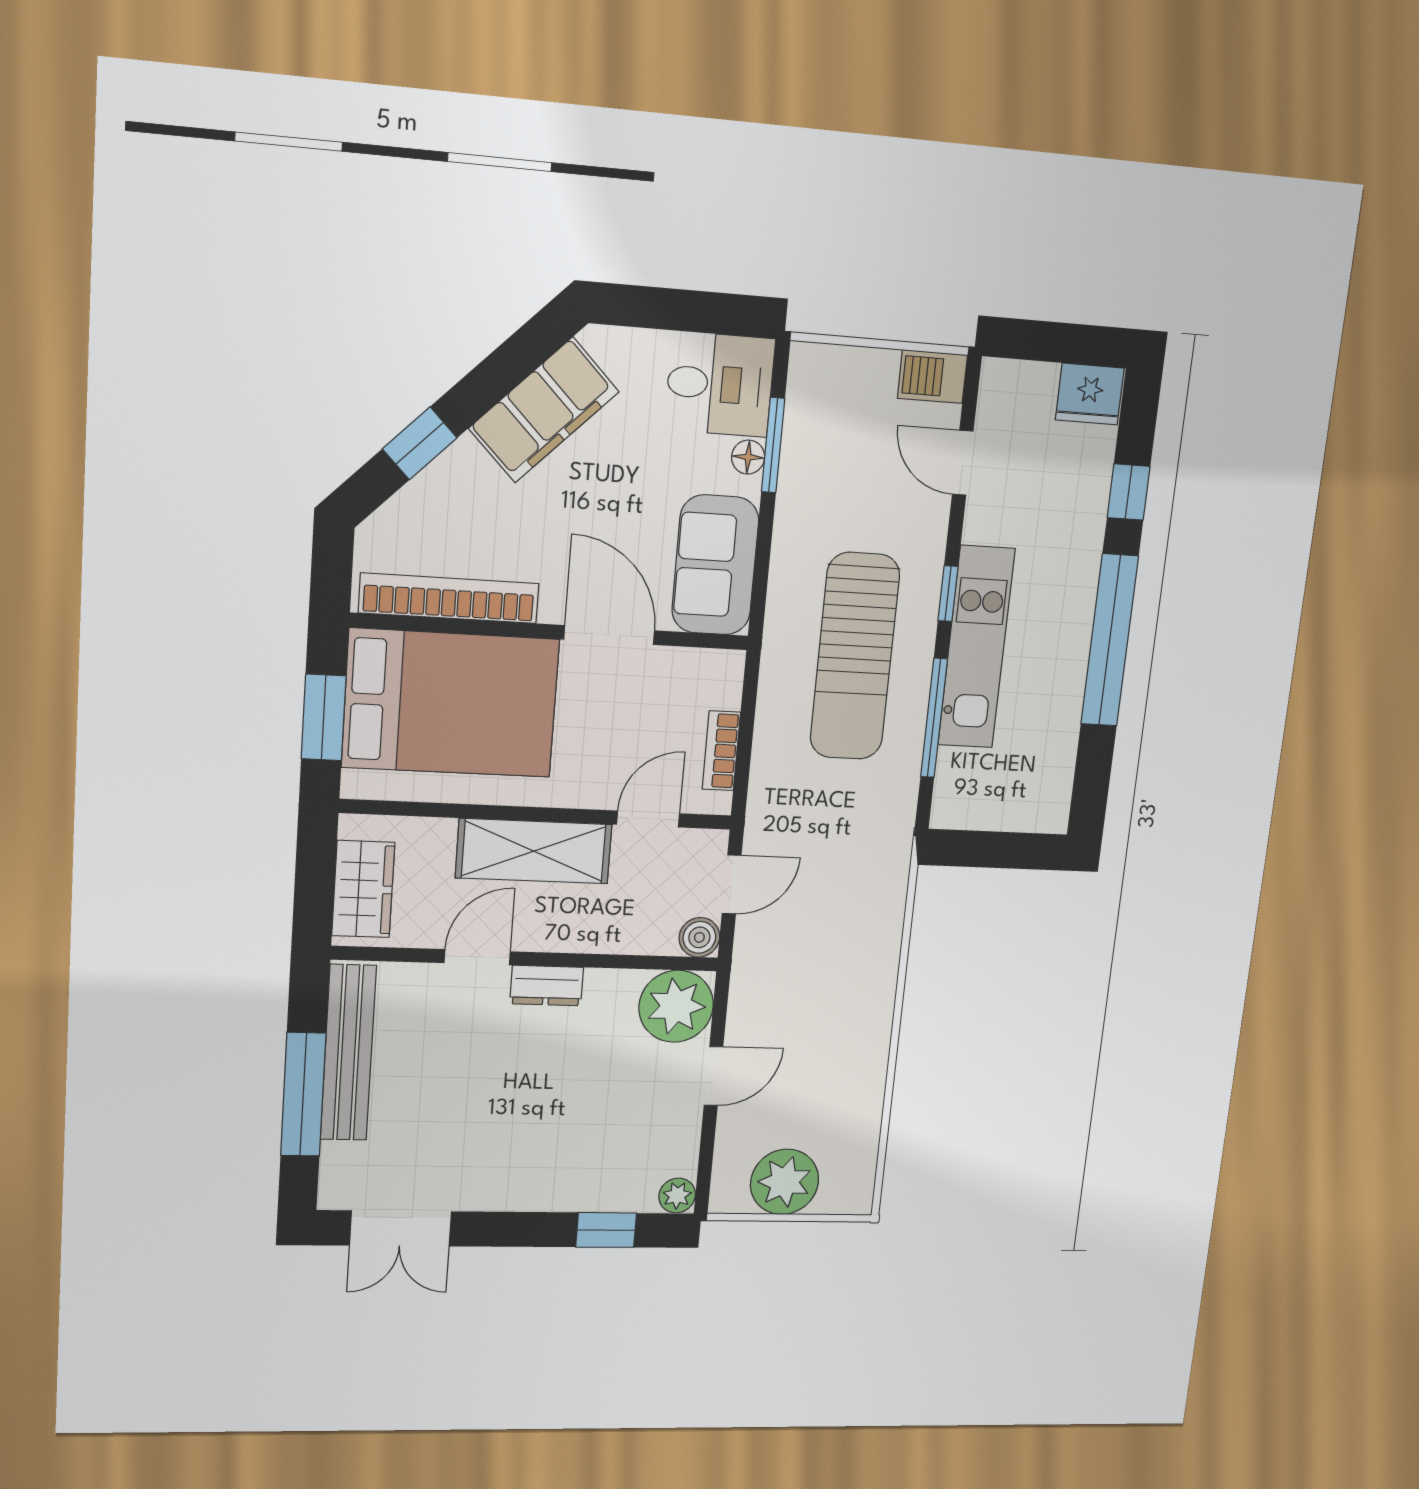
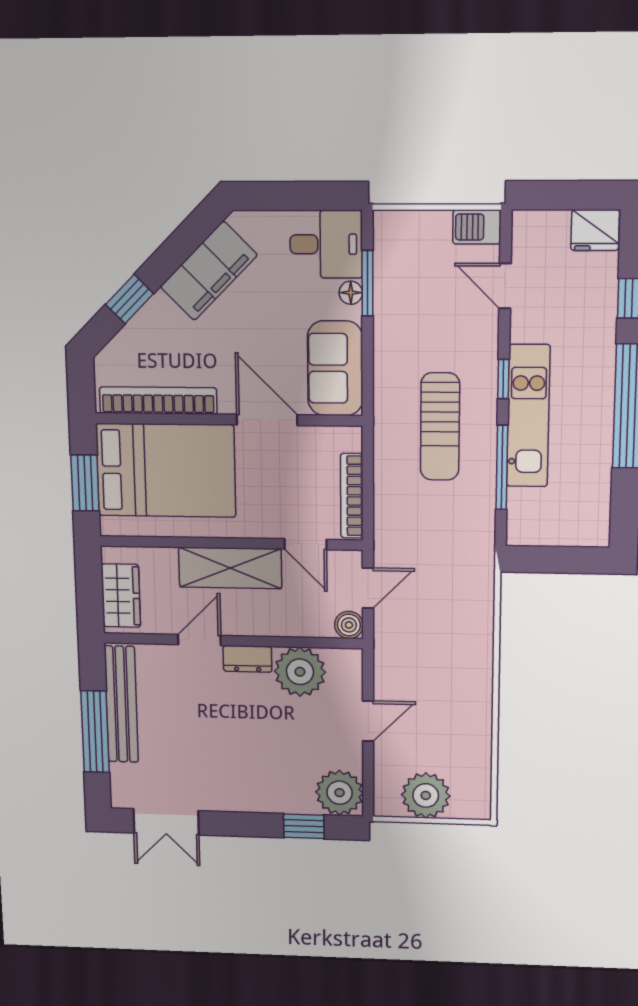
sun lounger: (855, 657) -> (440, 427), width x0.73, depth x0.75
bookcase: (721, 751) -> (352, 496), width x1.56
door: (648, 819) -> (306, 544), swing flipped
plant: (676, 1006) -> (300, 672), moved
plant: (677, 1196) -> (340, 793), width x1.87, depth x1.87

